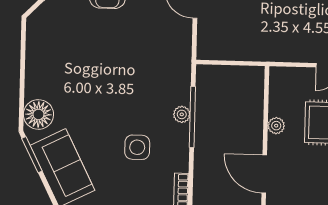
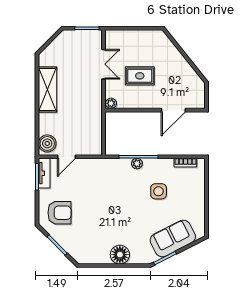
floor lamp: (38, 114) -> (120, 255), moved
plant: (276, 126) -> (111, 103), moved

